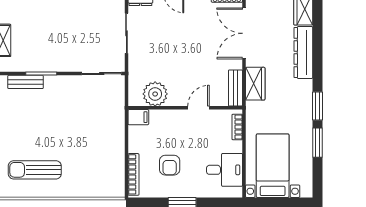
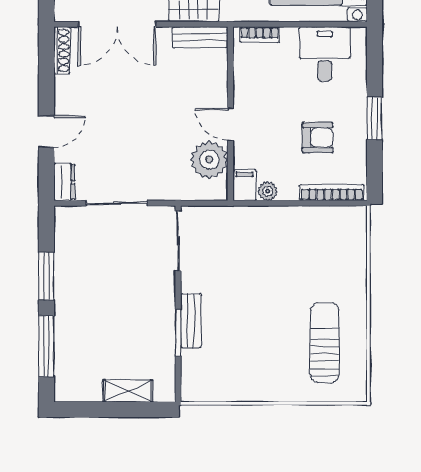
bench: (26, 82) -> (191, 321), moved
door: (198, 108) -> (230, 124), moved
plant: (134, 132) -> (268, 191), added
sun lounger: (35, 170) -> (325, 343), turned 180

